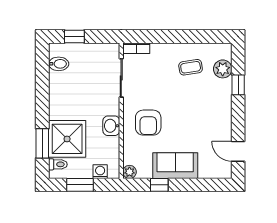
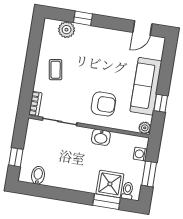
coffee table: (191, 67) -> (56, 70), moved
shower: (67, 139) -> (110, 184), width x0.73, depth x0.73
sofa: (175, 166) -> (146, 86), width x1.36

